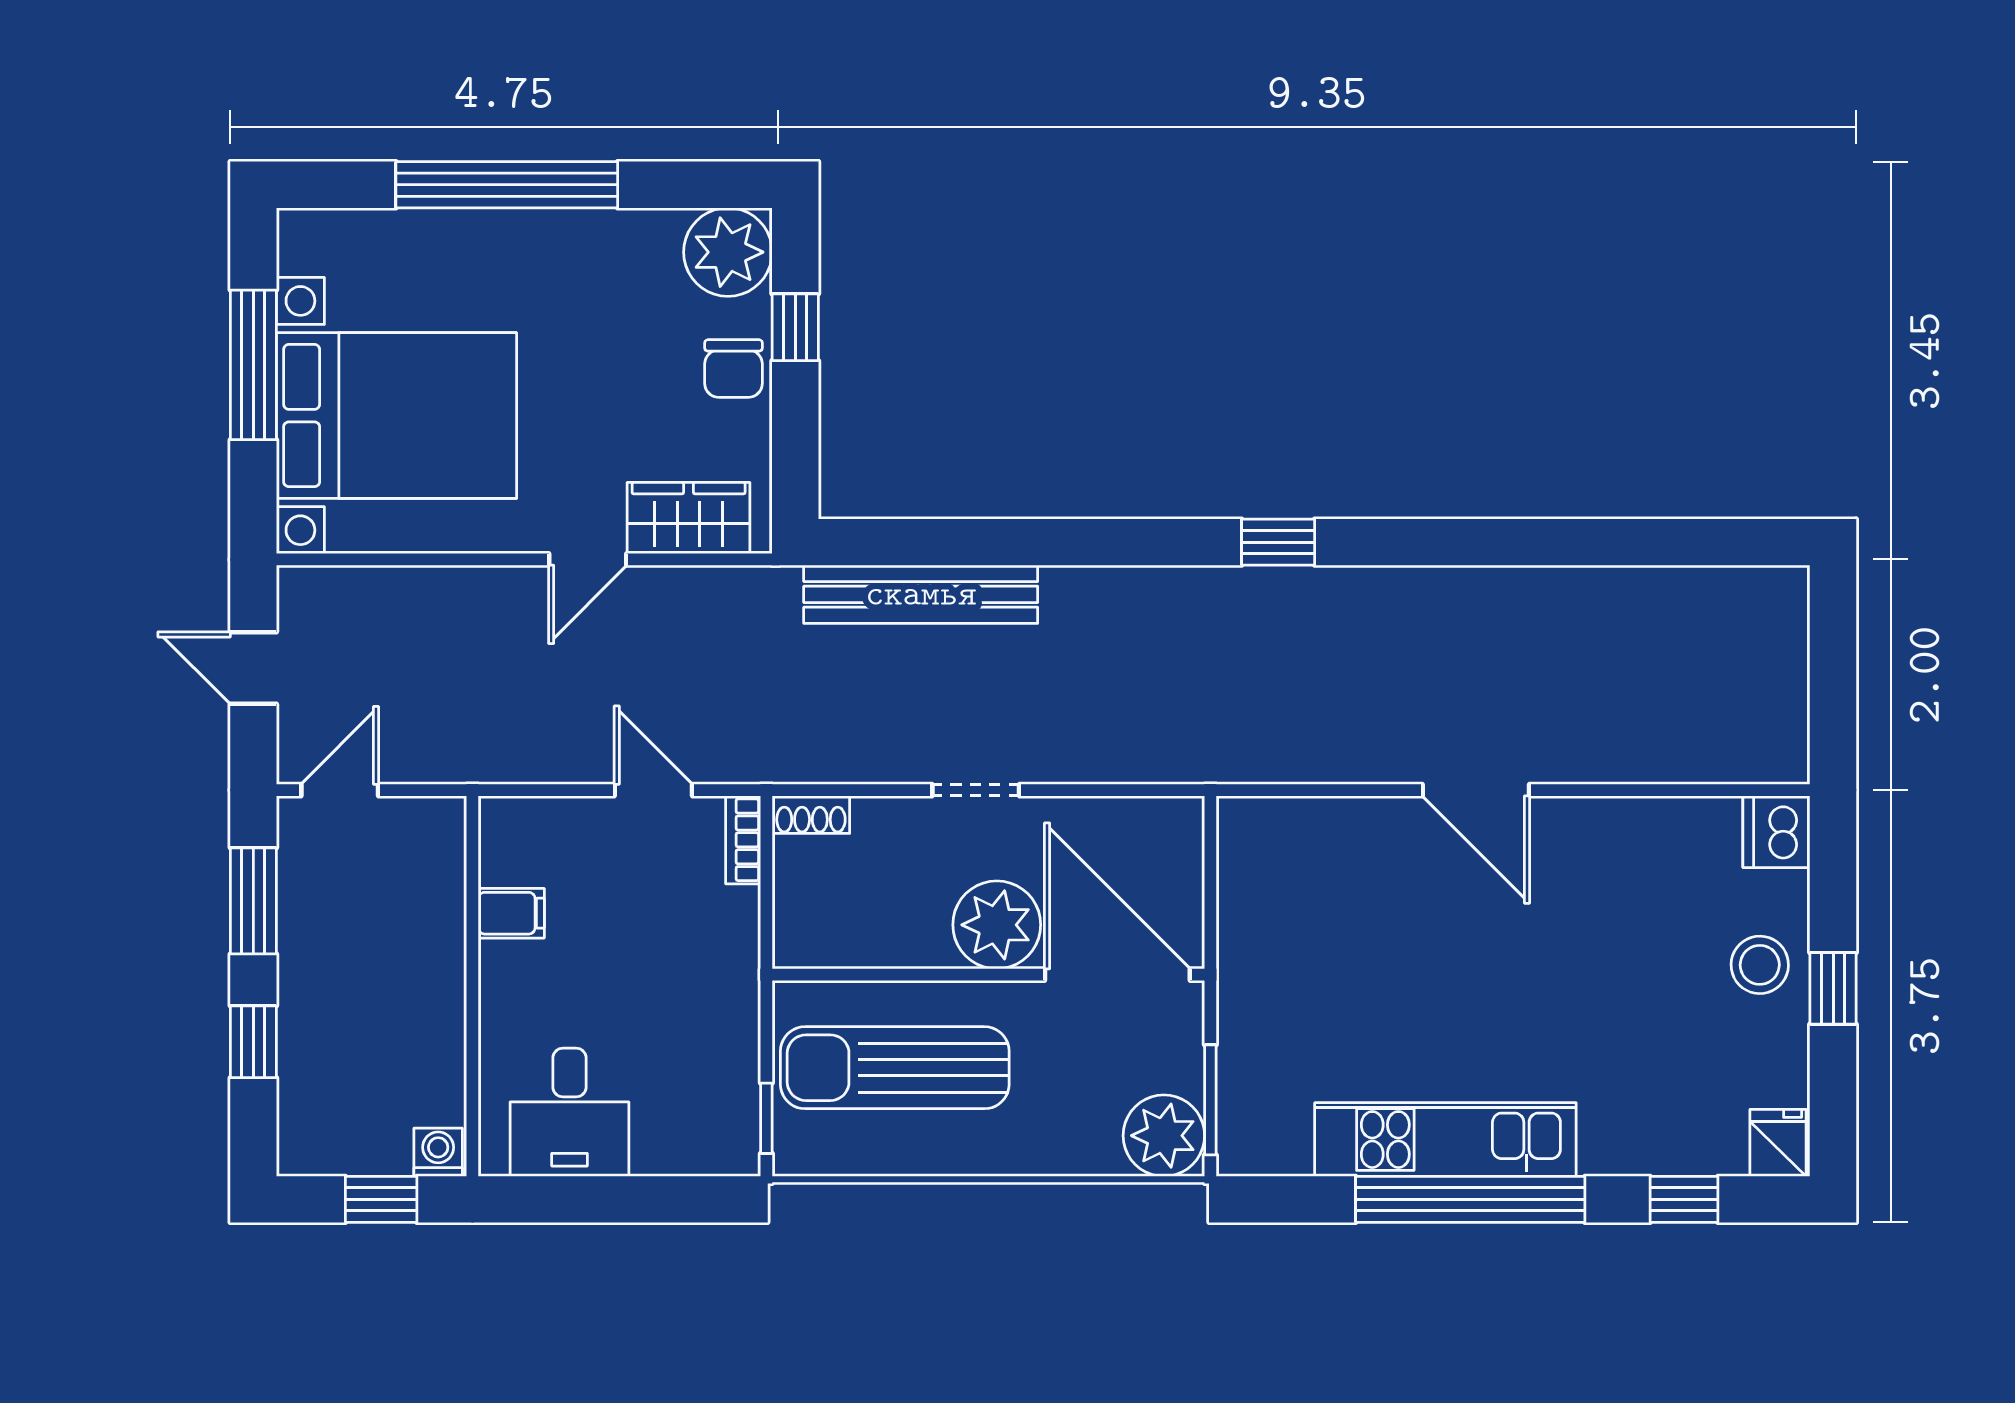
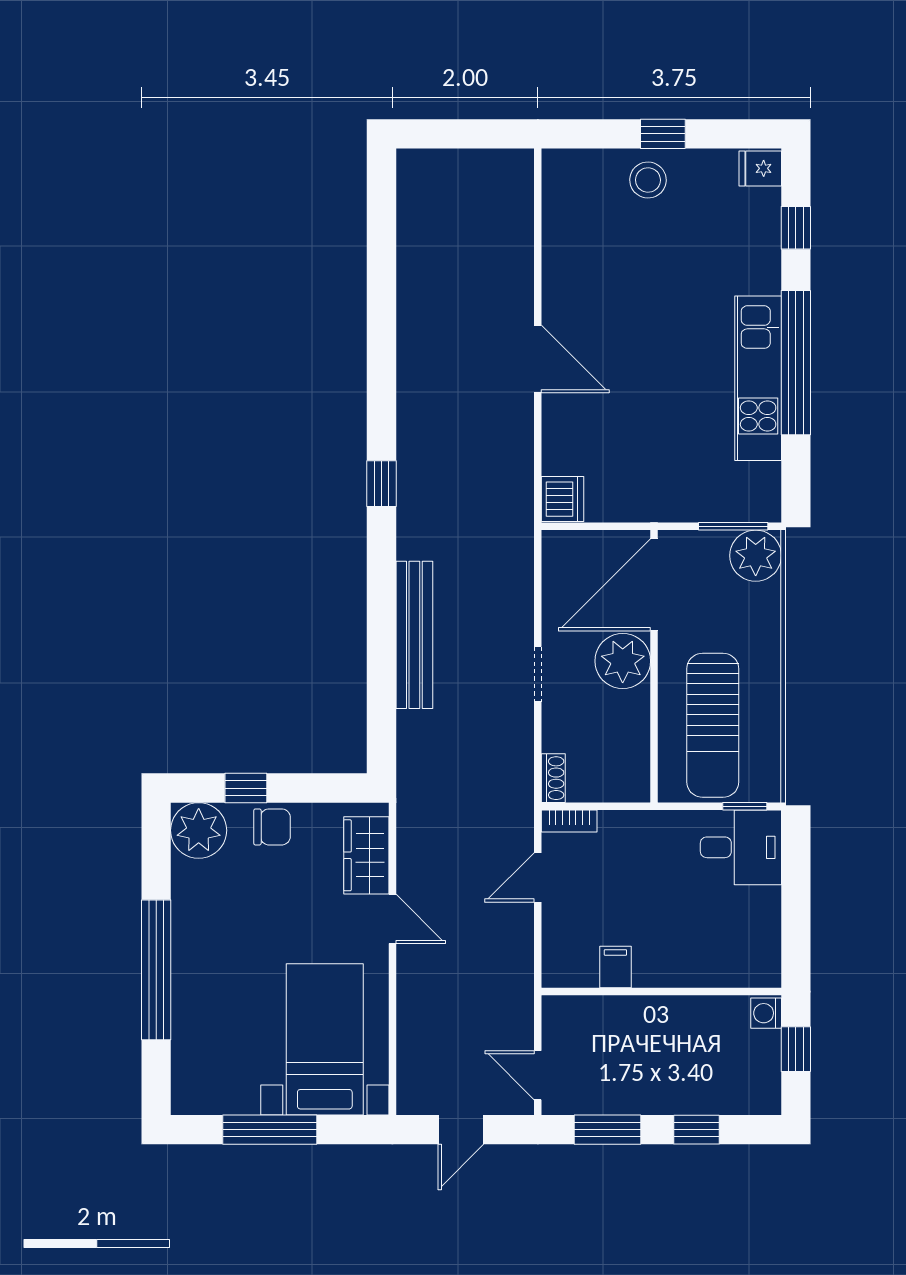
bed with nightstands: (397, 416) -> (325, 1039), width x0.73
bench: (921, 594) -> (414, 635), moved
door: (1476, 790) -> (538, 359), hinge flipped
dishwasher: (1776, 832) -> (563, 499), moved, turned -90
desk: (570, 1112) -> (741, 847), moved

